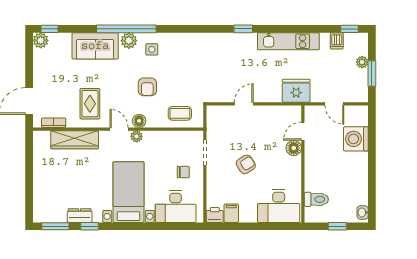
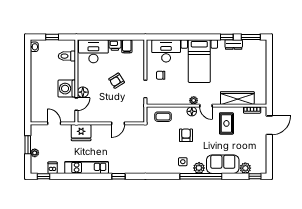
plant: (41, 40) -> (245, 168), moved
washing machine: (356, 139) -> (67, 89), moved, turned 180
printer: (215, 215) -> (115, 45), moved

